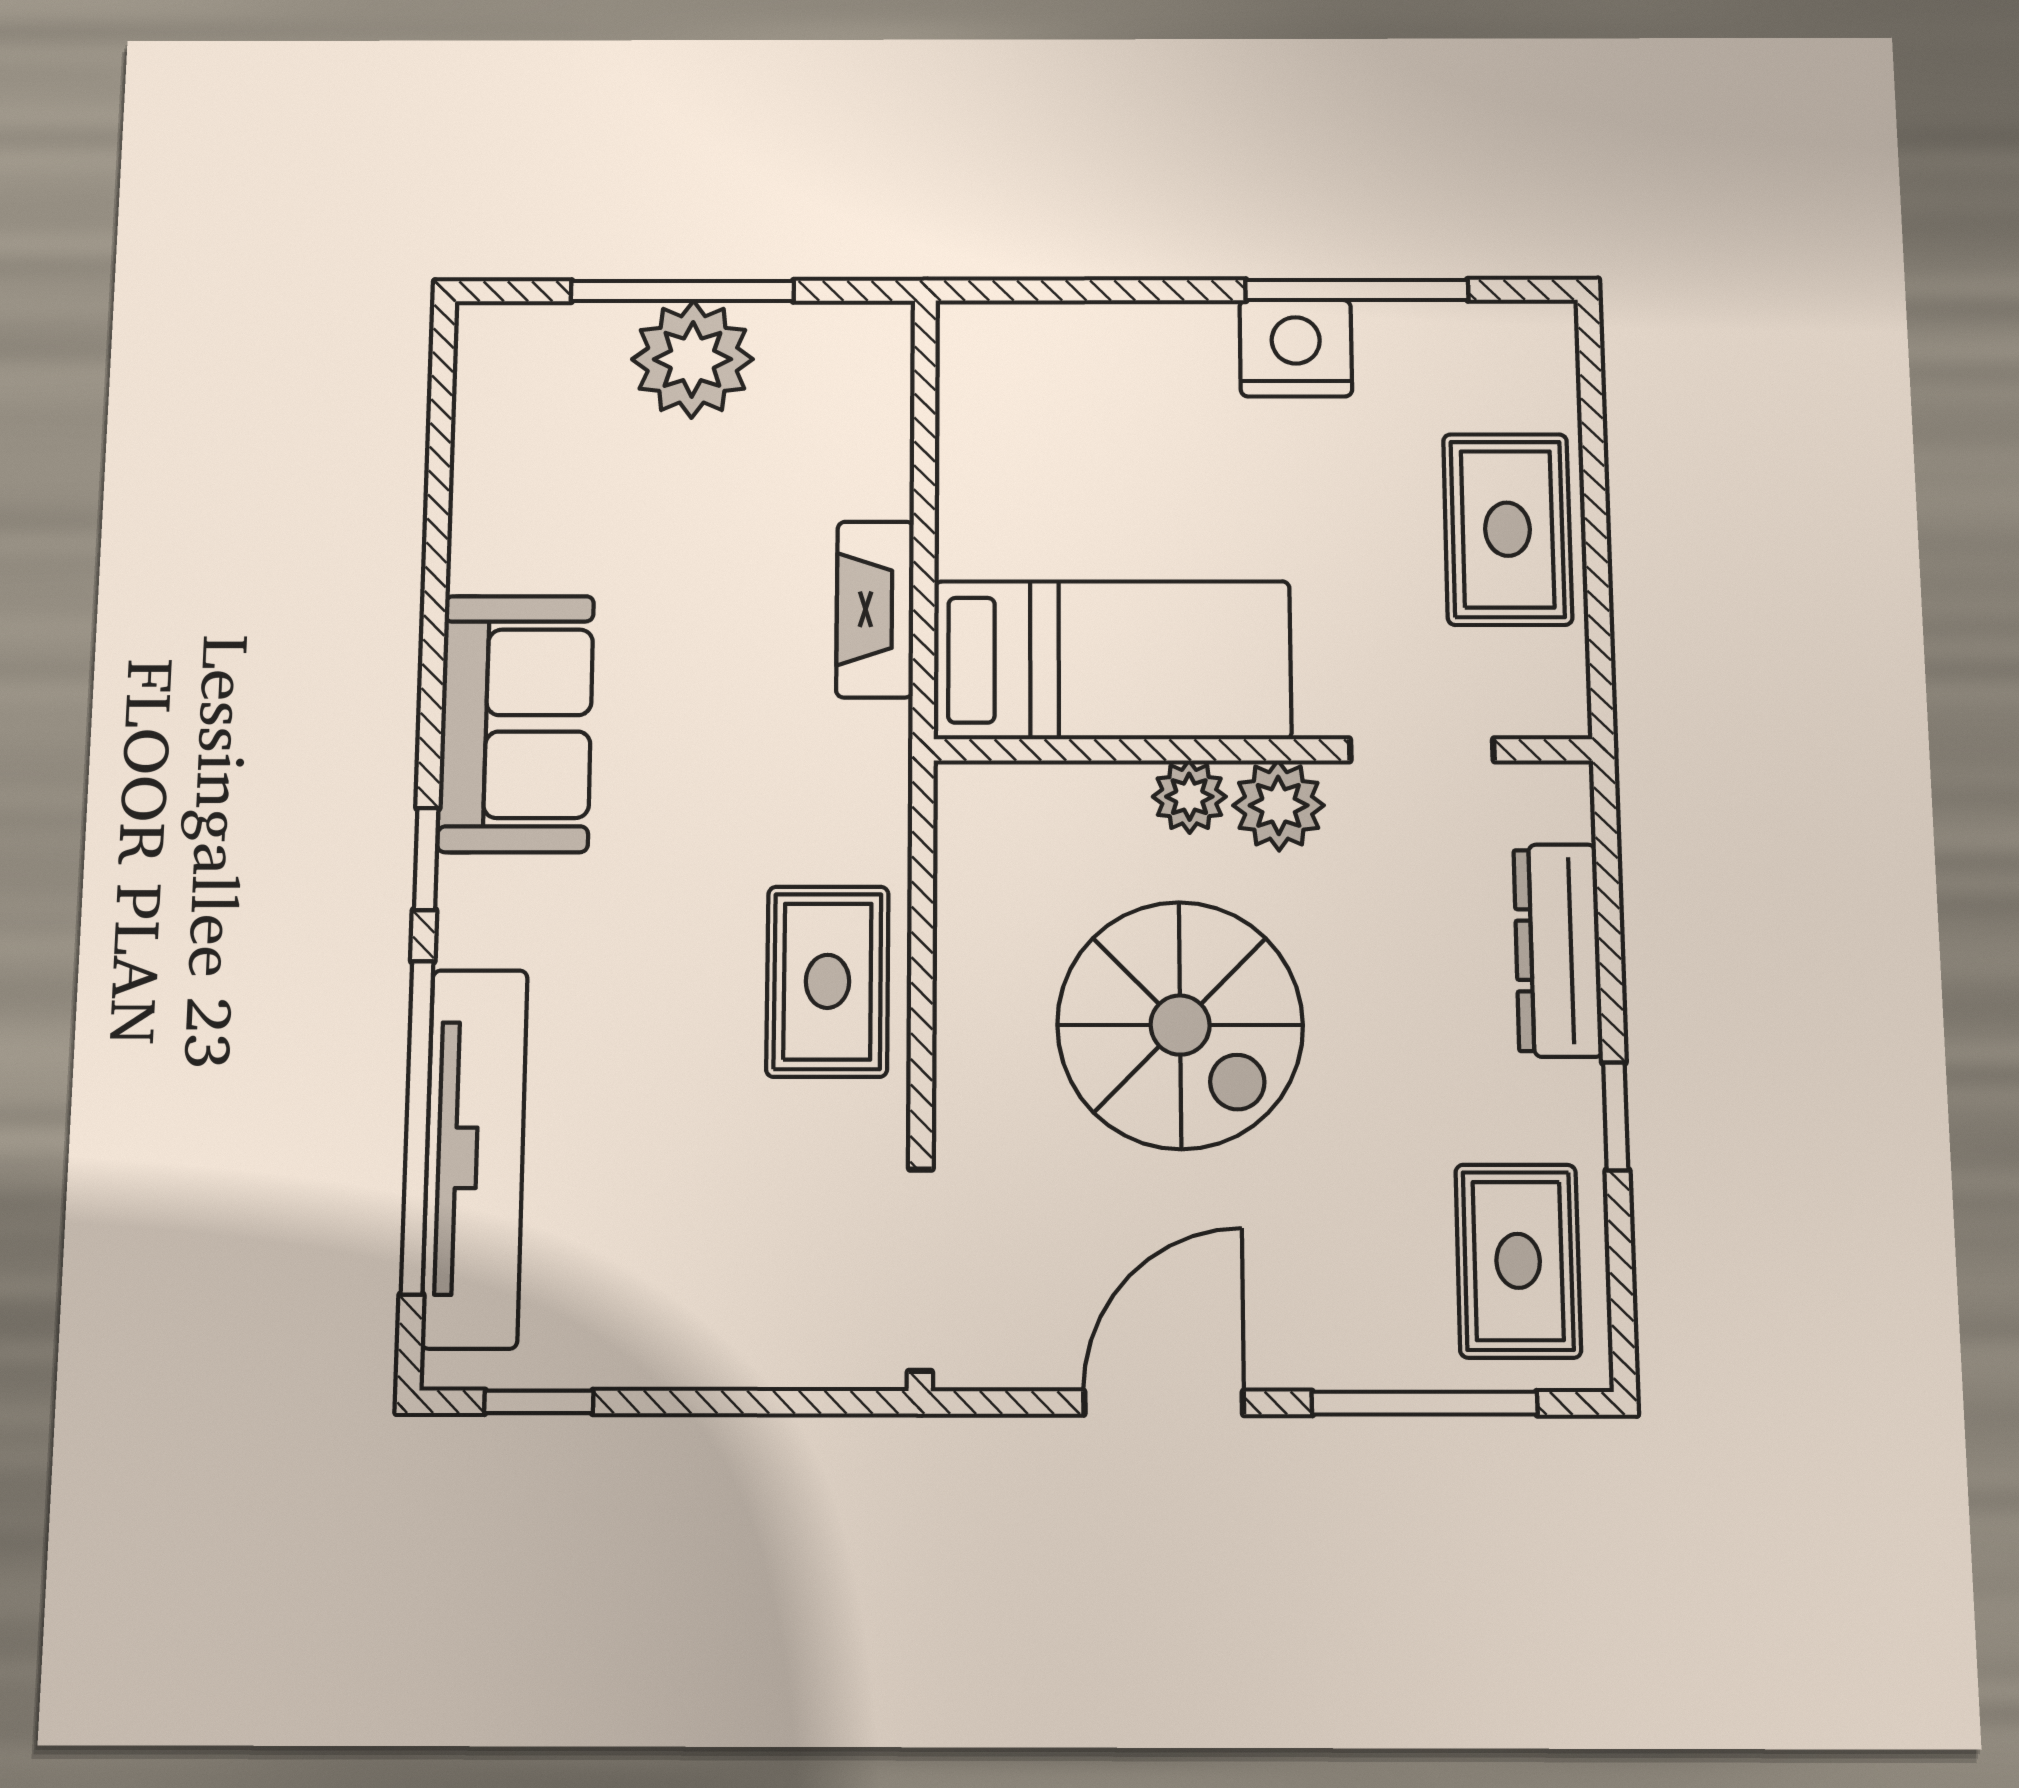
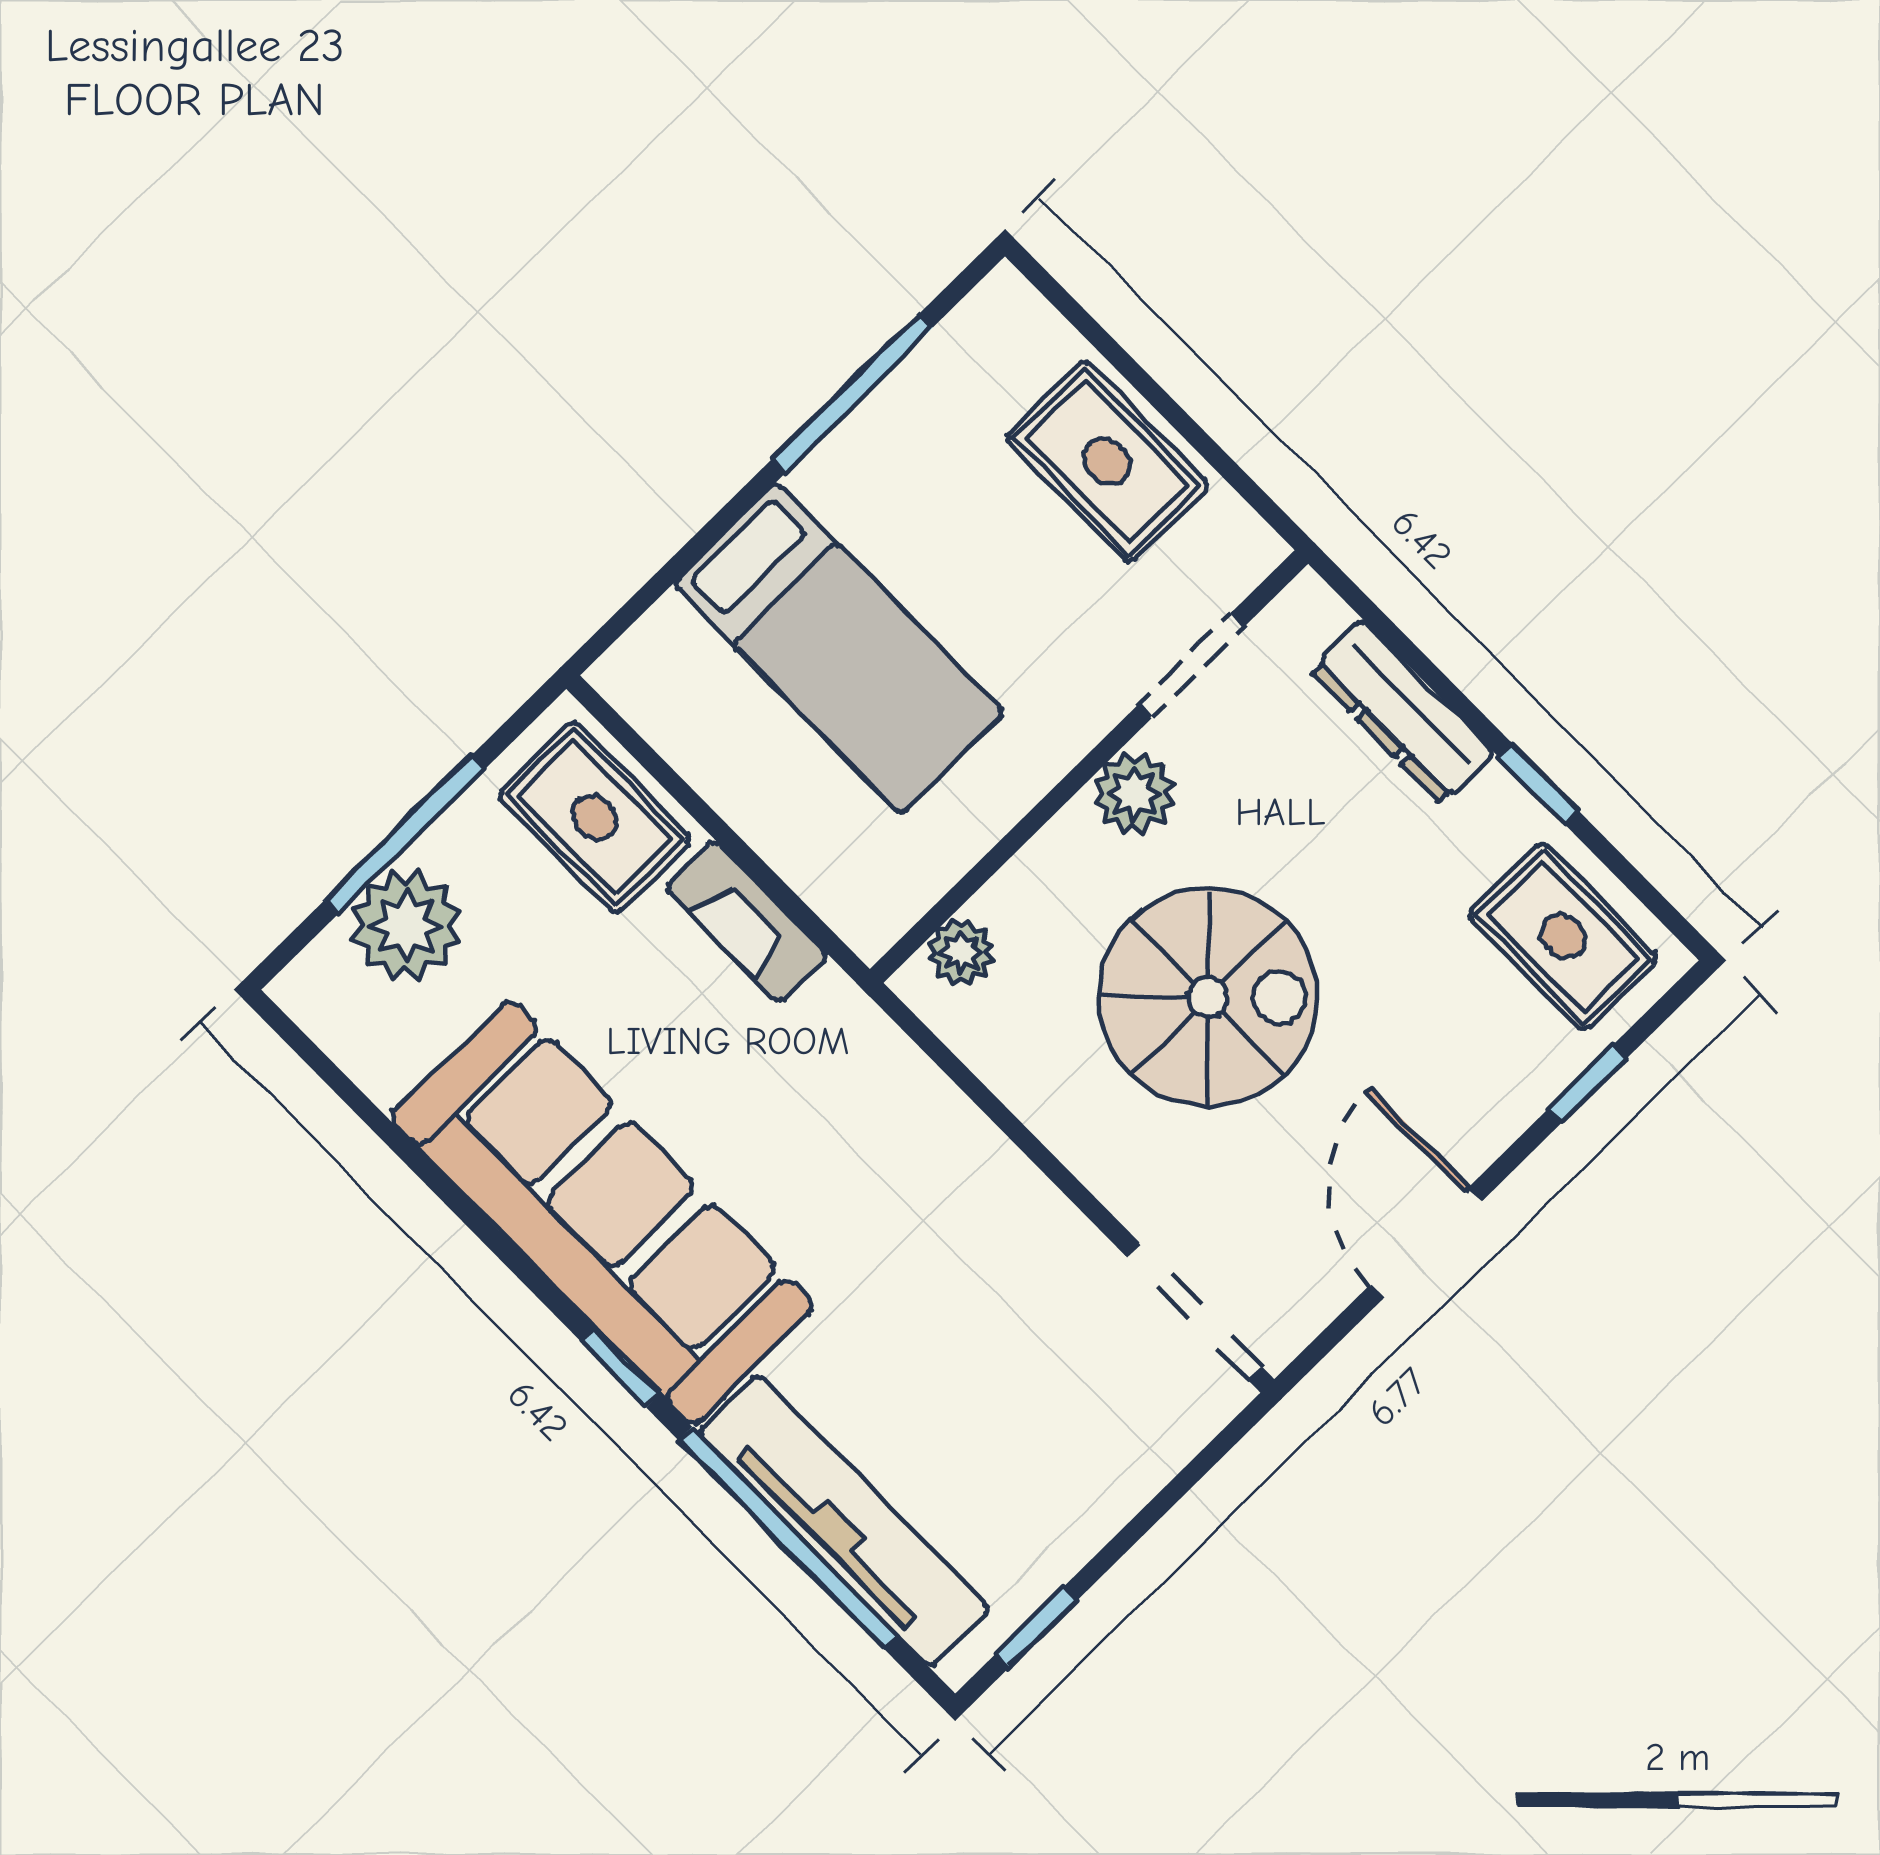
nightstand: (1296, 348) -> (850, 474), removed
plant: (692, 359) -> (406, 925), moved
bed: (1112, 660) -> (839, 648), moved, turned 90
sofa: (516, 723) -> (602, 1212), width x1.85, depth x1.27
plant: (1189, 797) -> (961, 952), moved
rug: (827, 981) -> (595, 817), moved
window: (1424, 1403) -> (1588, 1083), width x0.46

